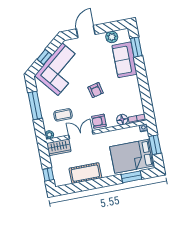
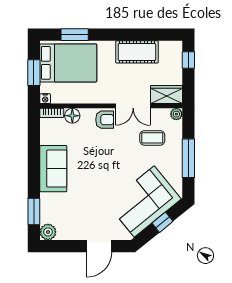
plant: (112, 37) -> (48, 232), moved
sofa: (125, 60) -> (53, 169), moved
armchair: (96, 90) -> (101, 163), removed

